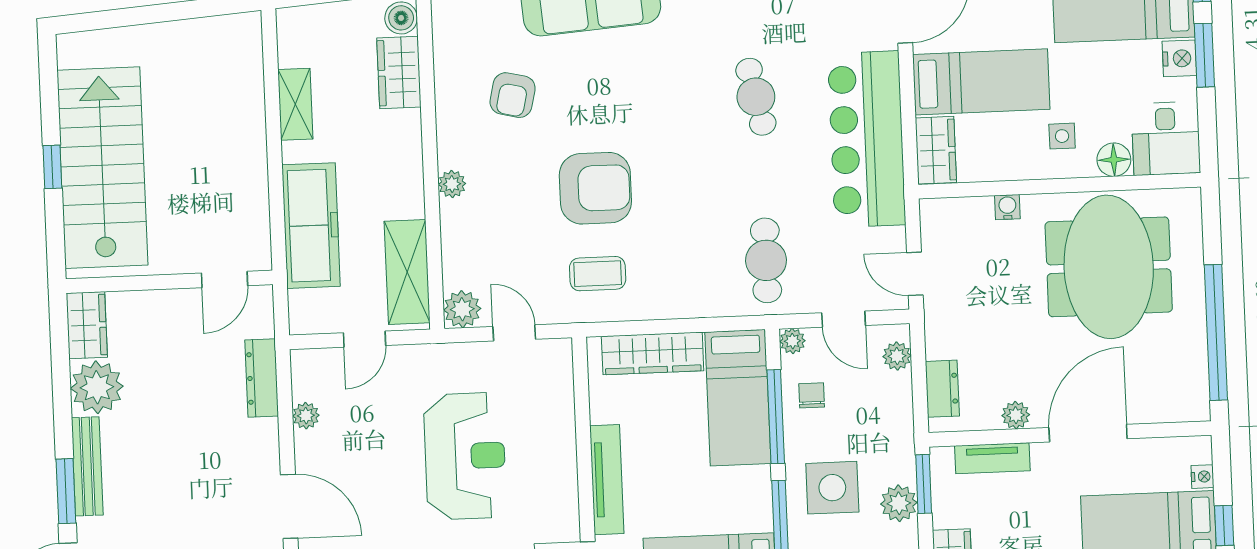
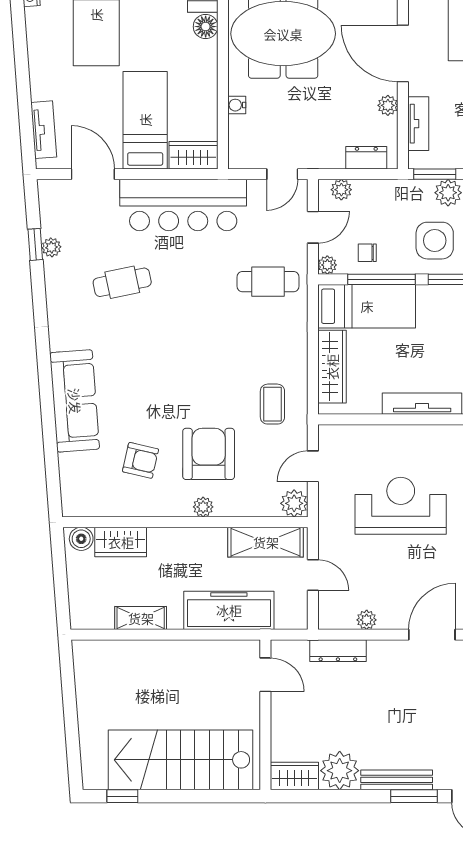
cafe table: (756, 97) -> (122, 282), moved
side table: (1062, 136) -> (187, 63), removed
window: (52, 167) -> (122, 796), moved
armchair: (595, 188) -> (209, 454), moved

